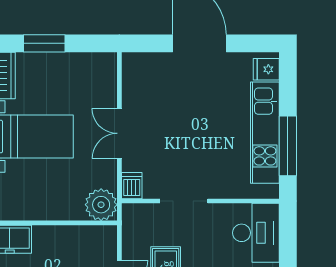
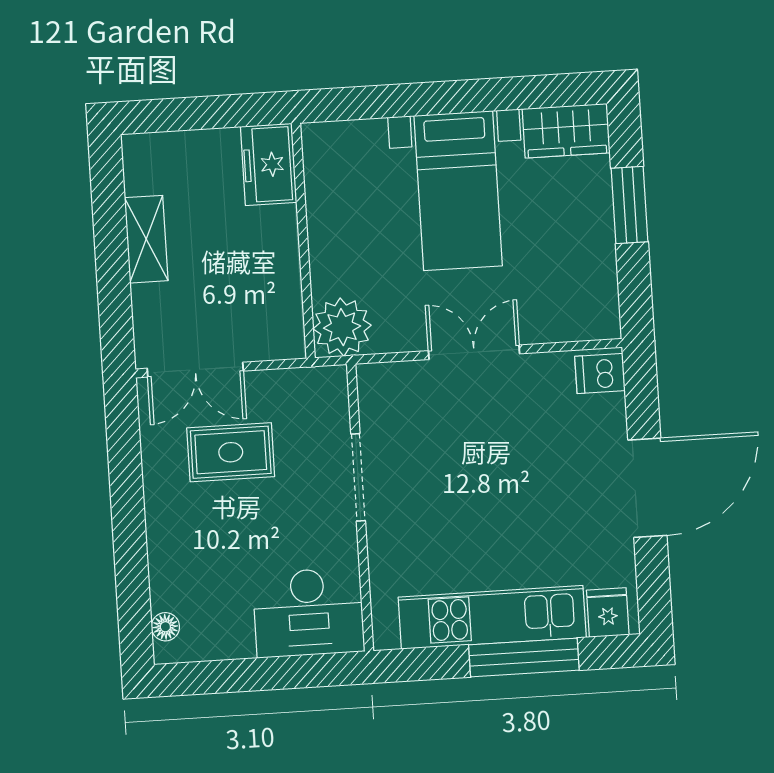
window: (288, 146) -> (524, 658), moved
dishwasher: (132, 186) -> (600, 373), moved, turned 180

